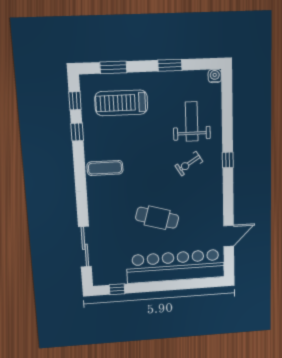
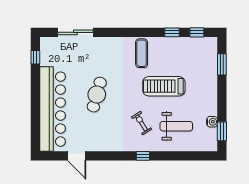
window: (170, 65) -> (222, 131), moved
water cooler: (215, 76) -> (212, 122), moved
treadmill: (121, 103) -> (164, 86), moved, turned -90

